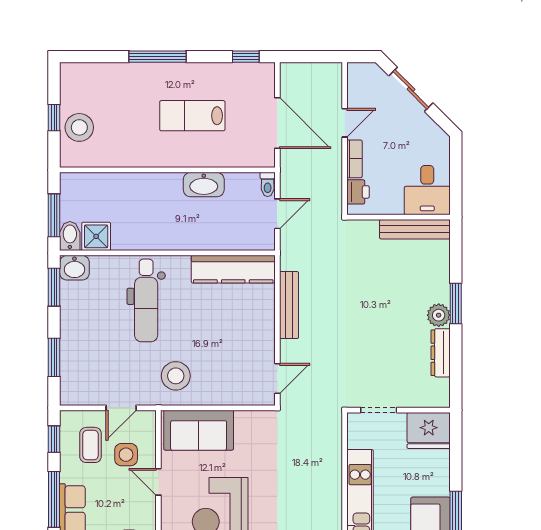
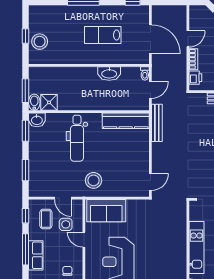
bench: (289, 305) -> (157, 123), moved
door: (121, 408) -> (63, 198), hinge flipped

